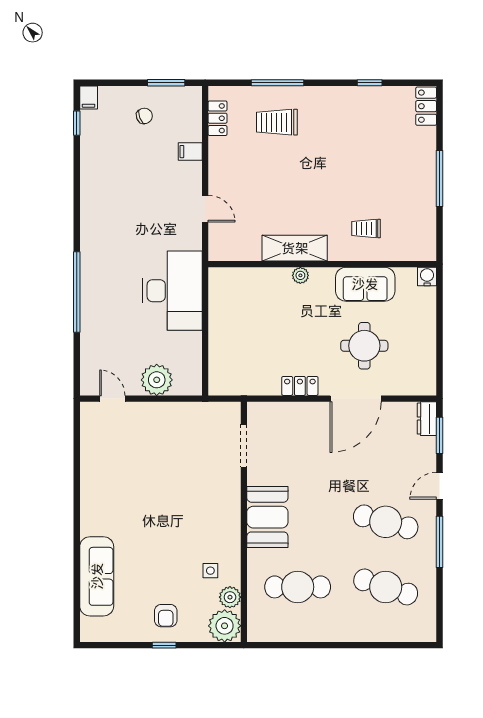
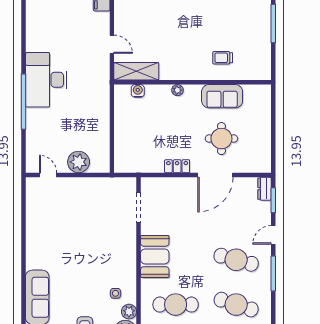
shelving: (295, 248) -> (136, 71), moved
water cooler: (427, 277) -> (138, 91), moved
desk: (172, 291) -> (46, 80), moved, turned 180

